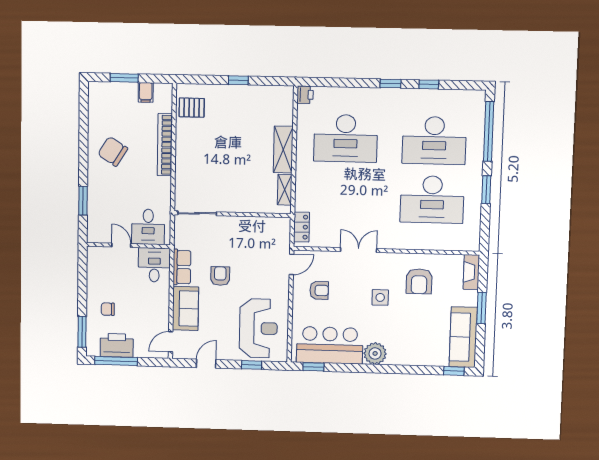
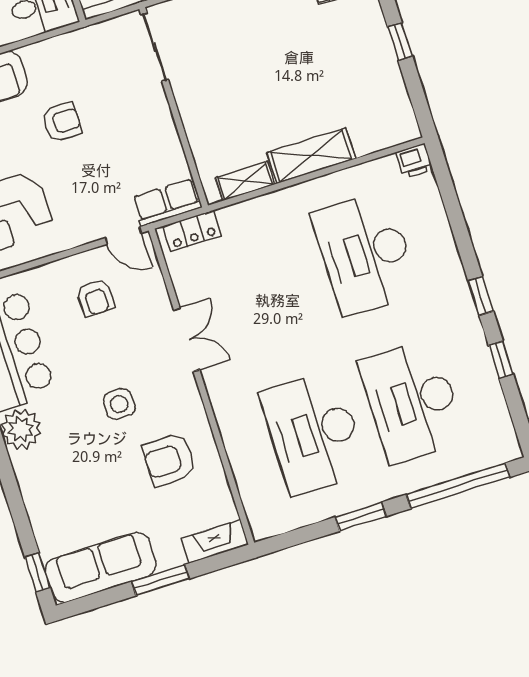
row of seats: (182, 267) -> (167, 202), moved, turned 180

